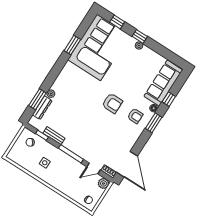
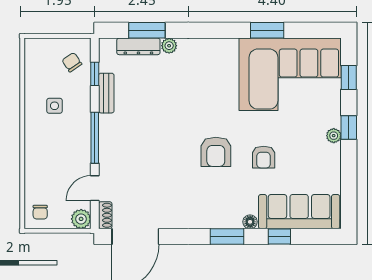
armchair: (135, 116) -> (264, 157), moved
door: (94, 168) -> (95, 188), hinge flipped

